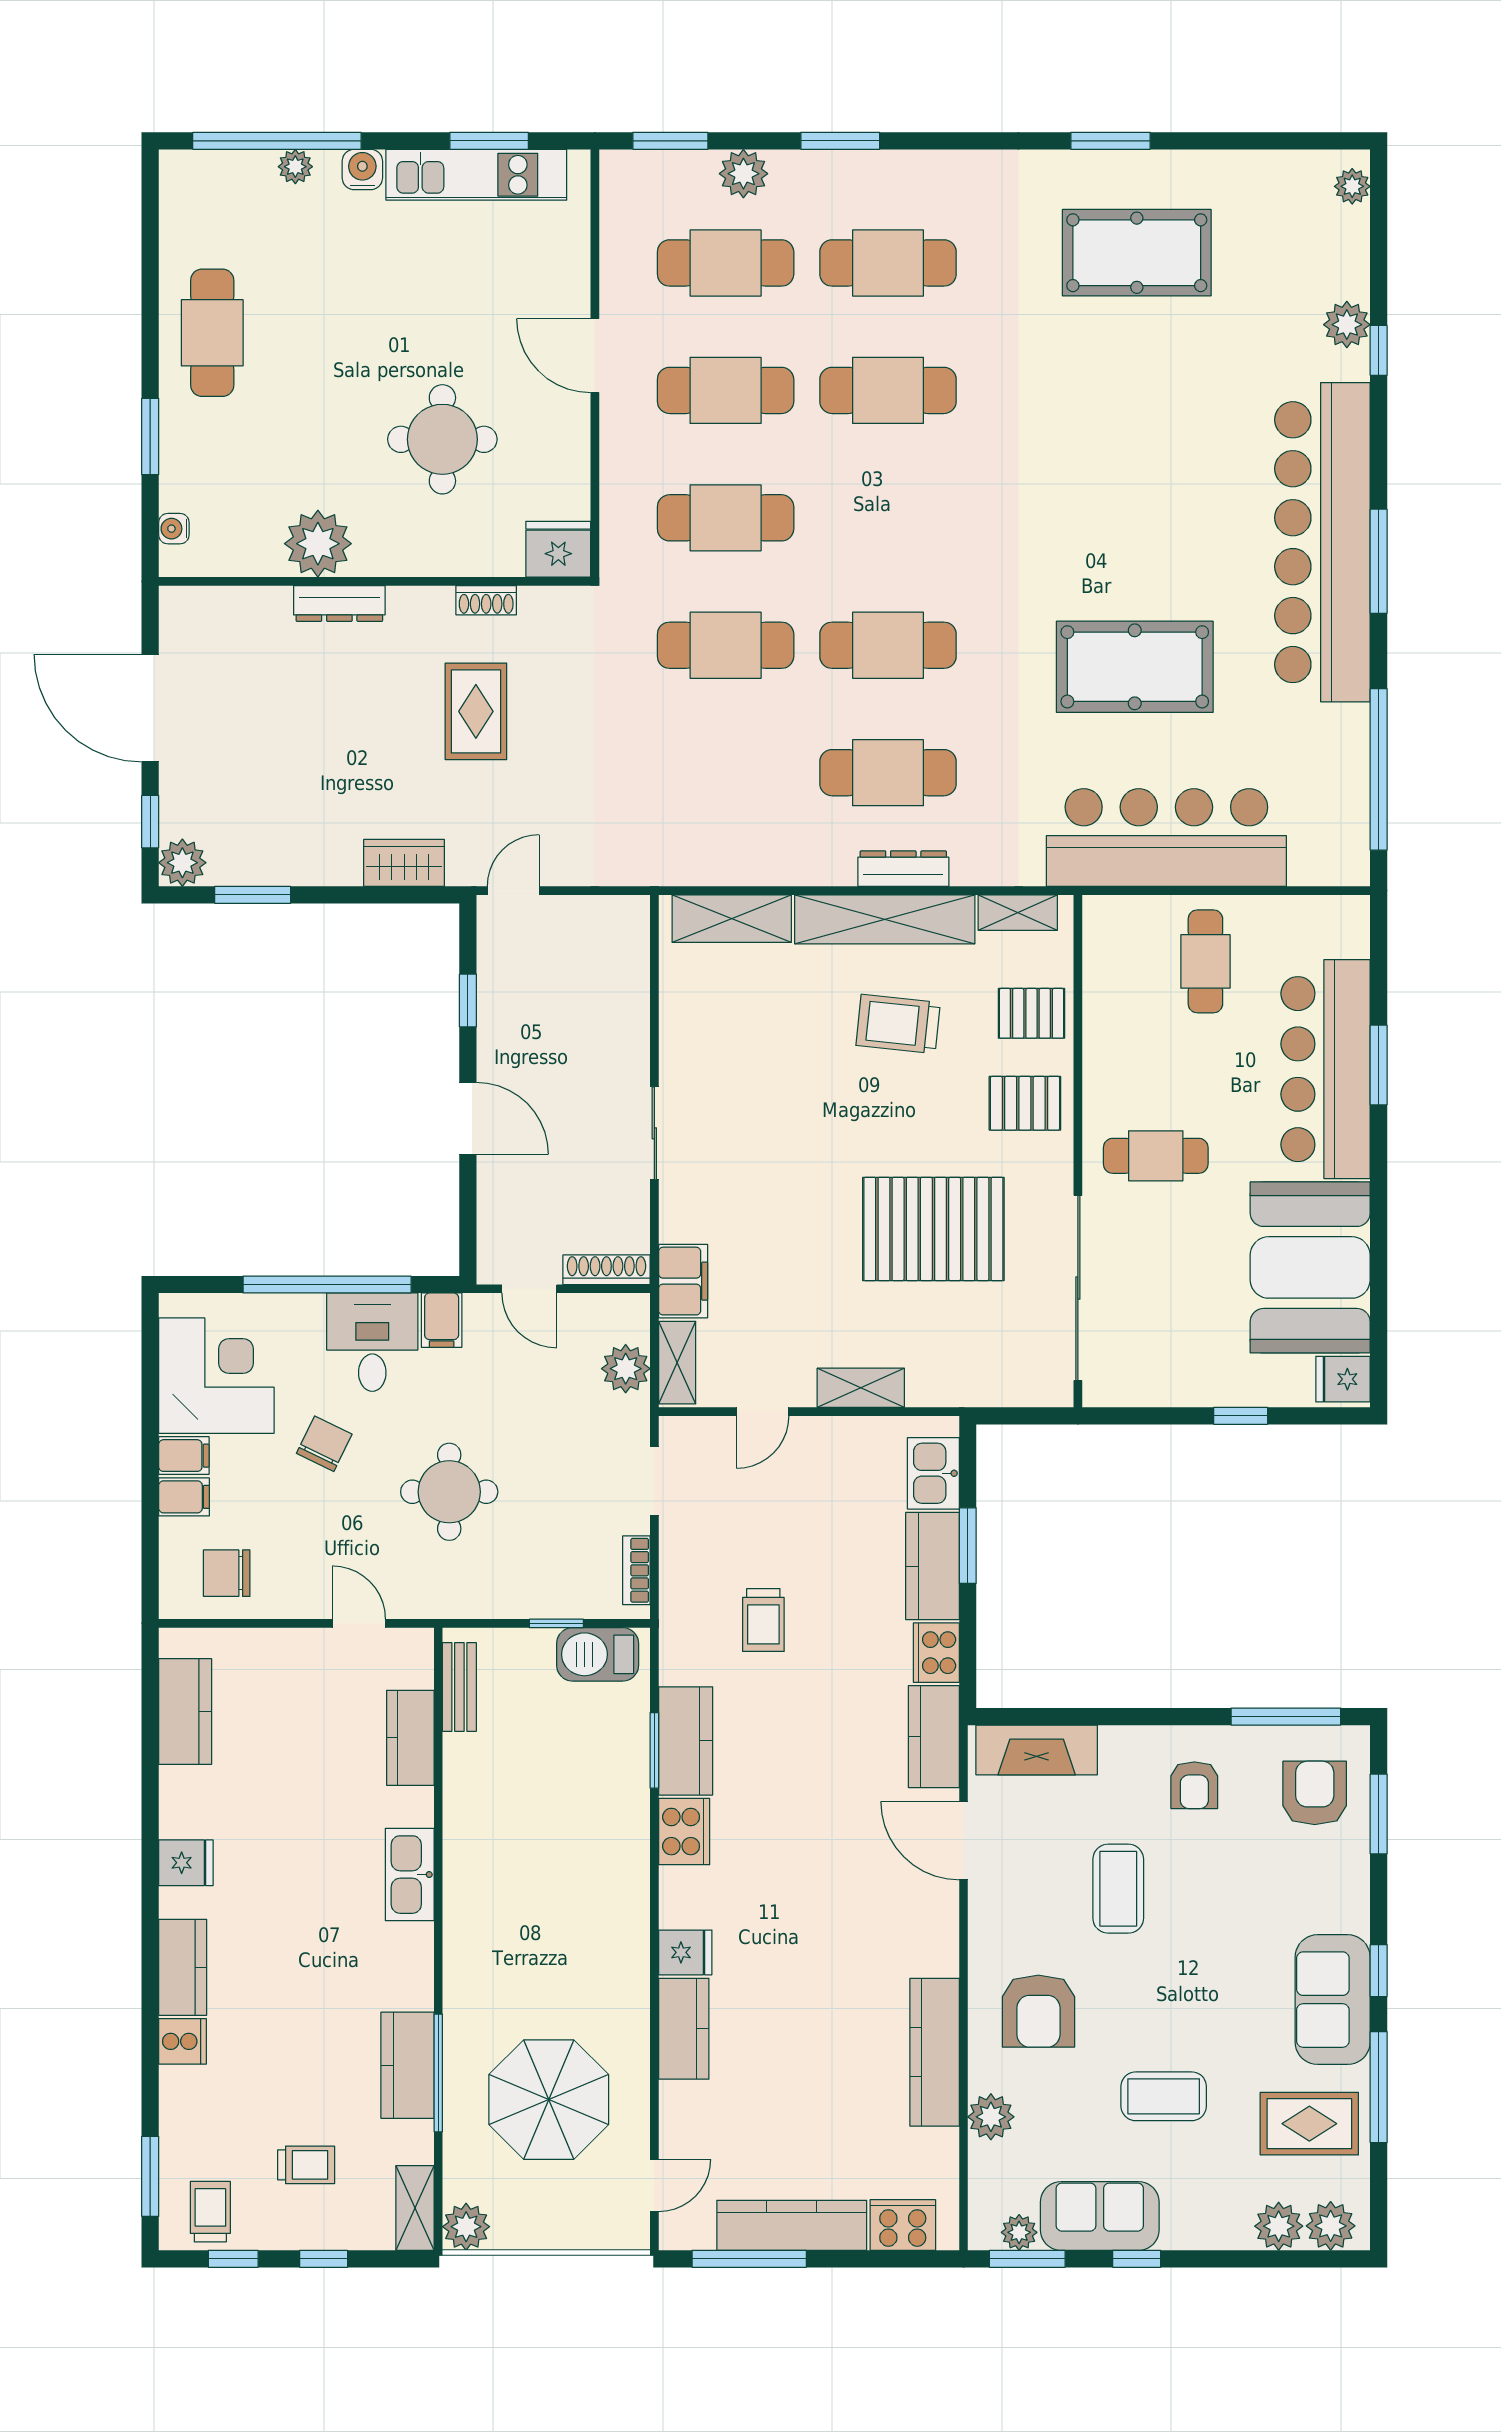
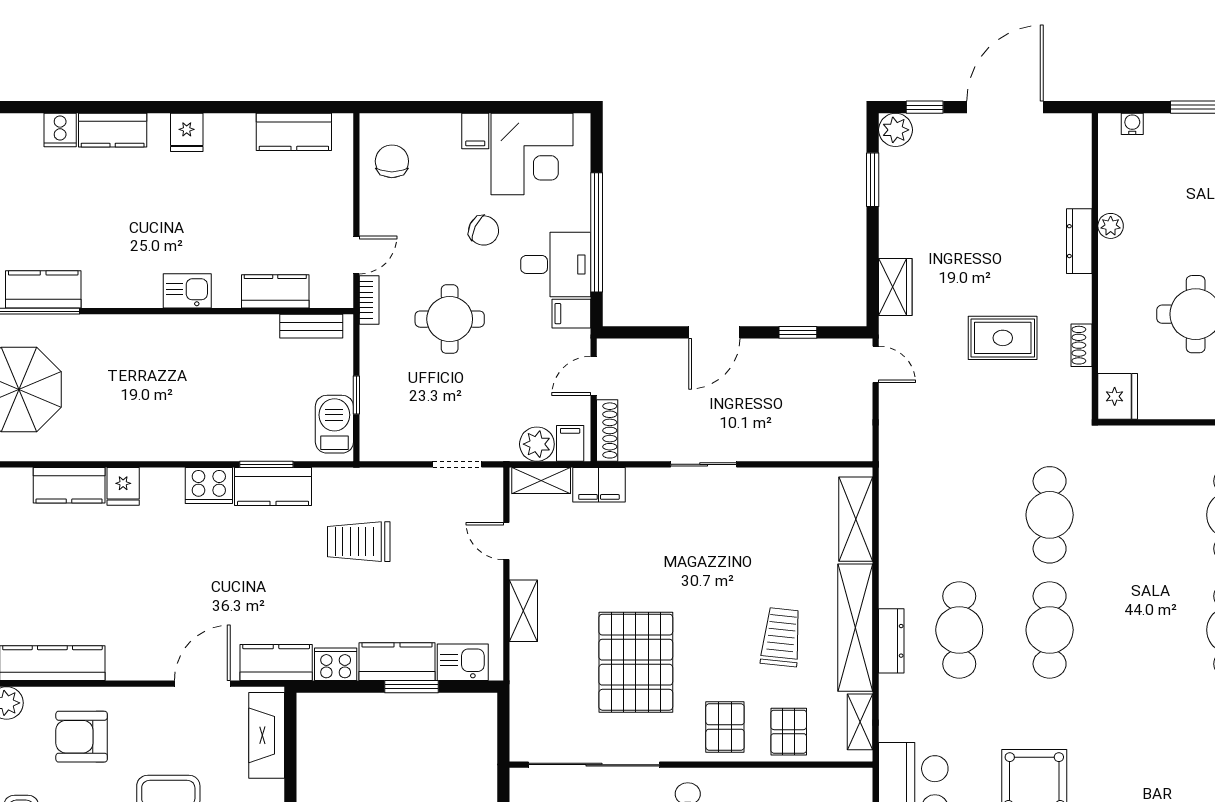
cafe table: (726, 518) -> (1140, 515), removed
plant: (318, 544) -> (1111, 226), width x0.53, depth x0.53
filing cabinet: (184, 1497) -> (570, 443), moved, turned 180
bookcase: (636, 1570) -> (369, 300), moved, turned 90
trolley: (763, 1620) -> (359, 542), width x1.36, depth x1.39
kitchen sink: (410, 1875) -> (187, 291), width x0.73

